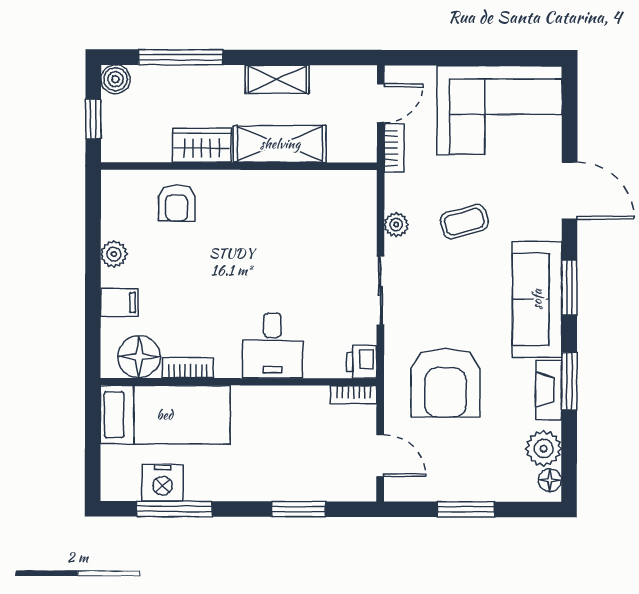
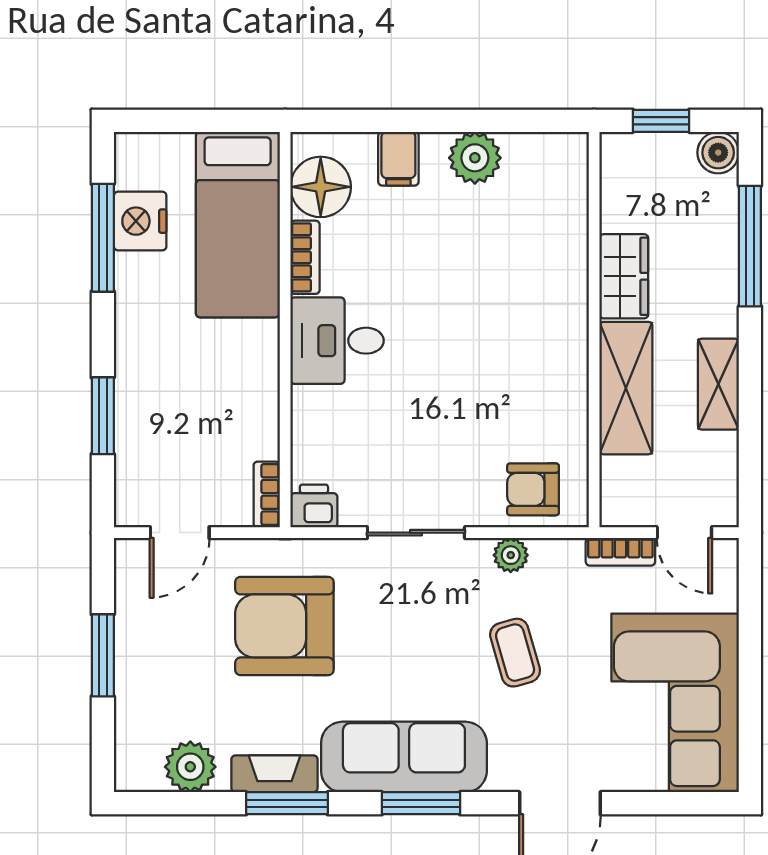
armchair: (177, 203) -> (533, 489), moved
plant: (114, 254) -> (475, 158), width x1.38, depth x1.38
desk: (273, 346) -> (337, 341), moved
floor lamp: (550, 480) -> (145, 776), removed

